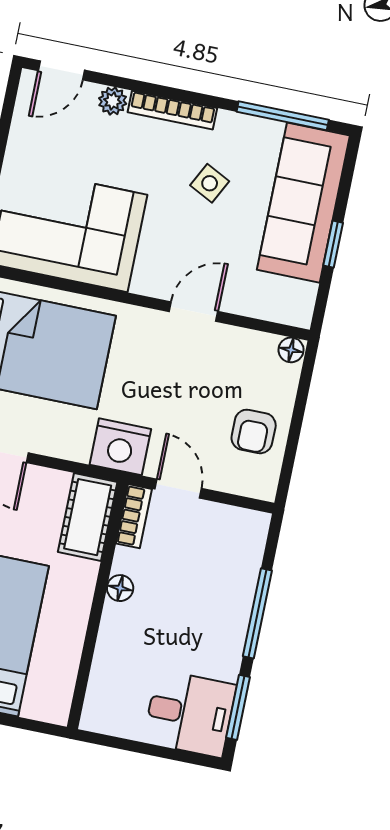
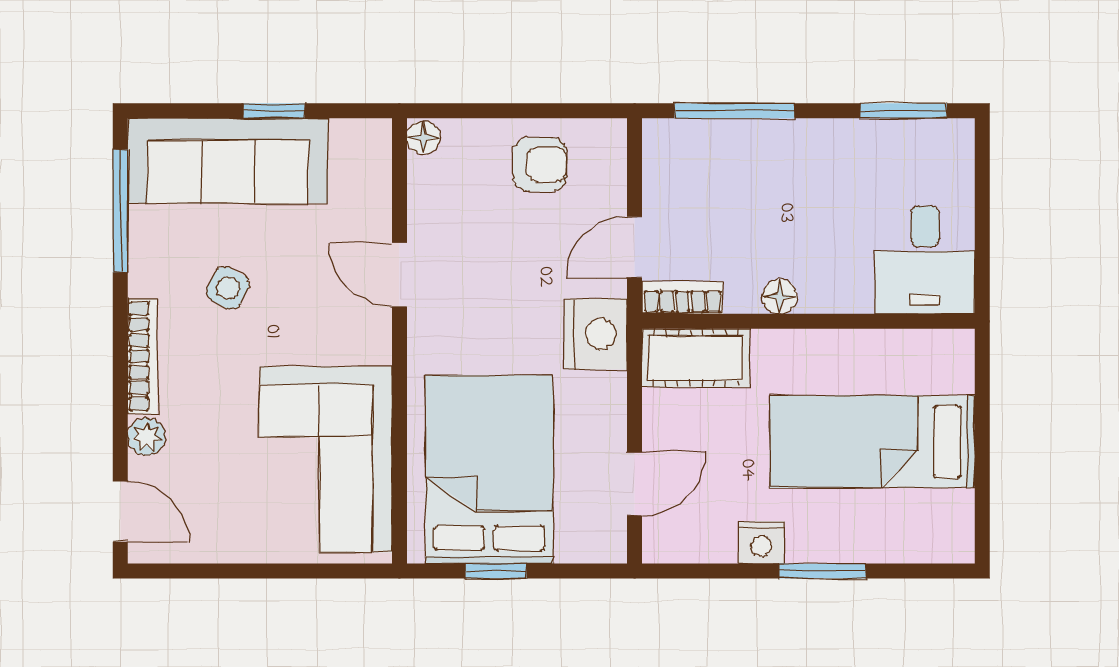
window: (257, 613) -> (735, 111), moved
desk: (190, 714) -> (925, 260), moved, turned 180

